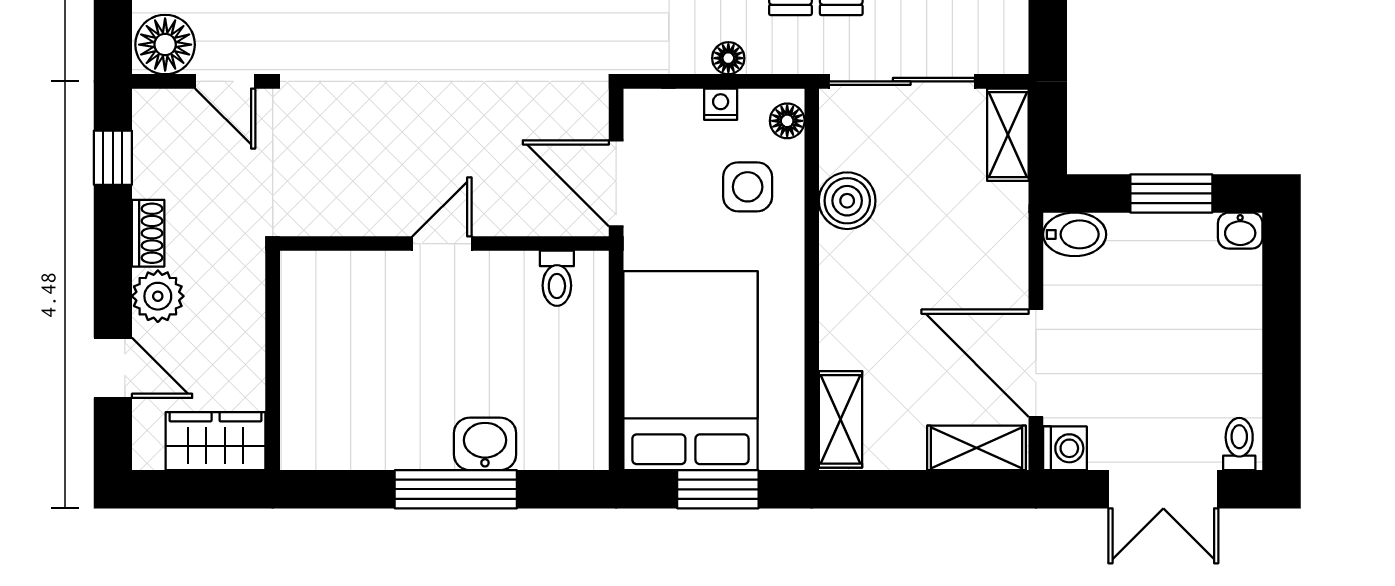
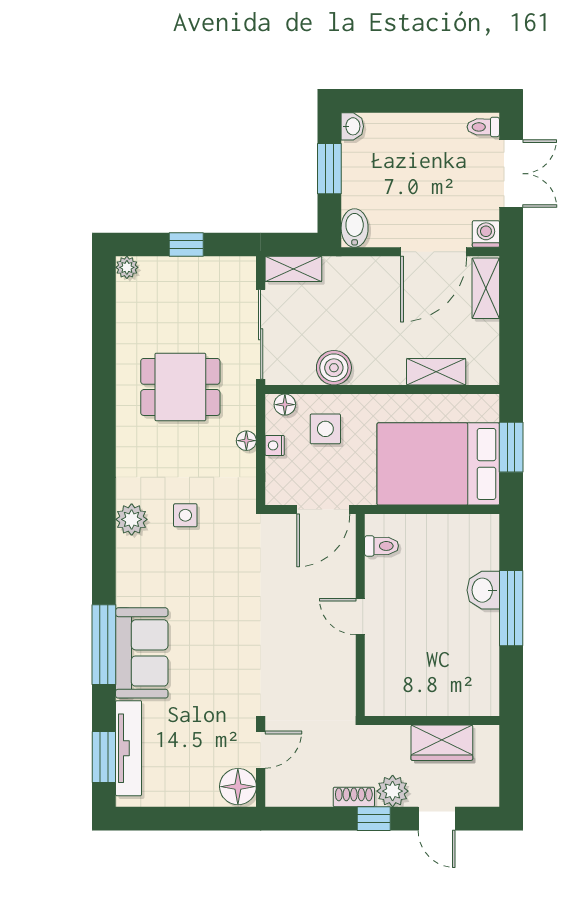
window: (113, 158) -> (374, 819), moved
door: (113, 368) -> (437, 819), swing flipped
shelving: (841, 419) -> (436, 372), moved
wardrobe: (216, 441) -> (442, 743), moved, turned -90

